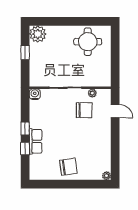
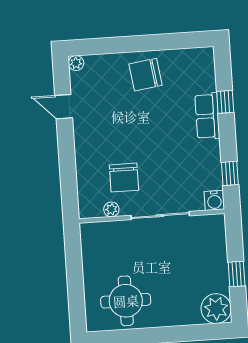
chair: (84, 110) -> (124, 178), turned -90
door: (115, 111) -> (64, 107), moved
window: (25, 129) -> (230, 173), moved

